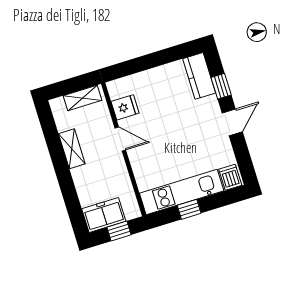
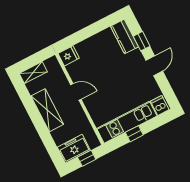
shelving: (83, 98) -> (33, 73), moved
fridge: (125, 107) -> (69, 56), moved
shelving: (72, 149) -> (47, 110), width x1.50, depth x1.33

